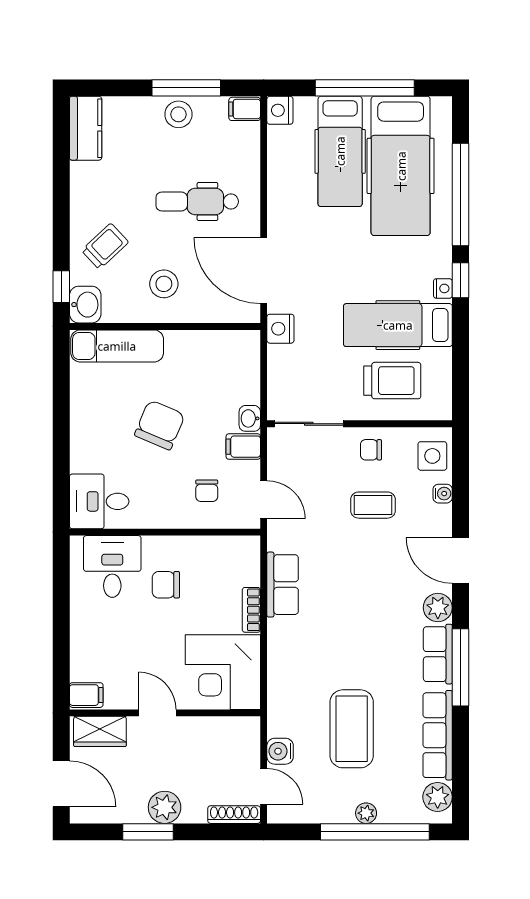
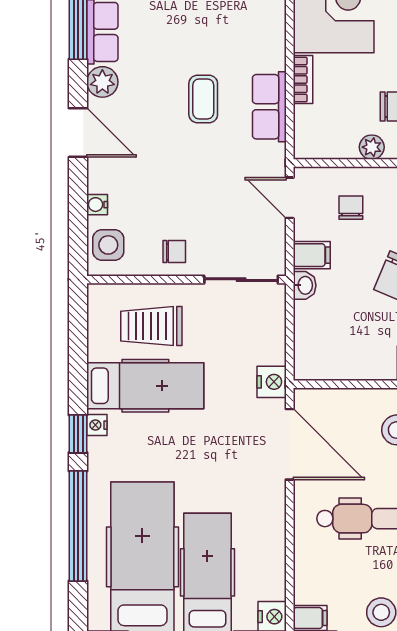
coffee table: (373, 505) -> (203, 99), moved, turned 90
plant: (187, 547) -> (372, 147), added

